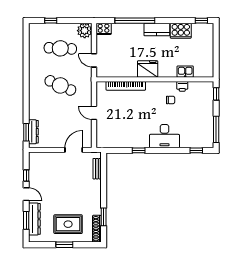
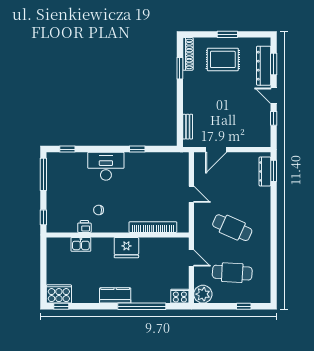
cooker: (181, 31) -> (59, 294), moved

